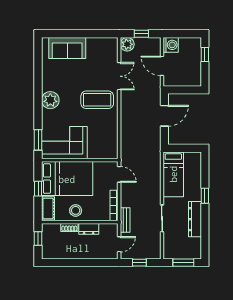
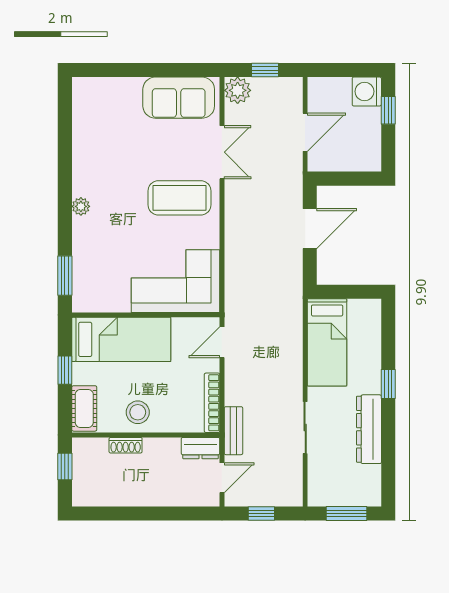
washing machine: (171, 45) -> (367, 91), moved, turned 180
sofa: (67, 48) -> (179, 98), moved
door: (162, 66) -> (305, 132), swing flipped
plant: (50, 100) -> (81, 206), width x0.53, depth x0.53
corner sofa: (64, 143) -> (176, 281), moved
door: (119, 174) -> (222, 342), swing flipped
bed: (67, 179) -> (121, 339), width x0.67
dresser: (89, 229) -> (201, 448), moved

